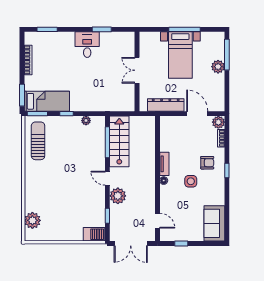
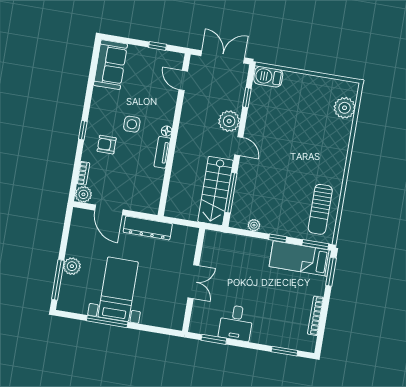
double door: (137, 70) -> (193, 282), moved
wall: (137, 72) -> (194, 280), moved

